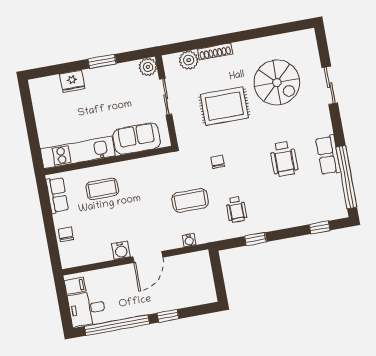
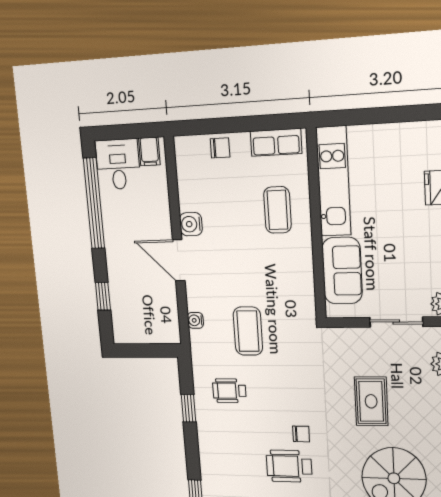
rug: (224, 106) -> (371, 401), width x0.73, depth x0.70
chair: (218, 162) -> (301, 434), moved
window: (168, 316) -> (103, 296), moved

